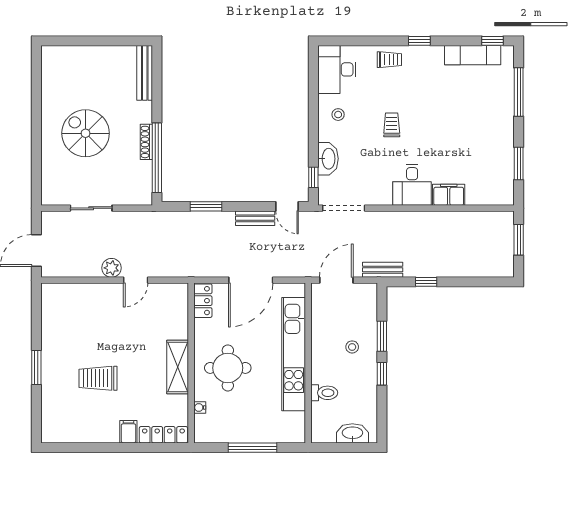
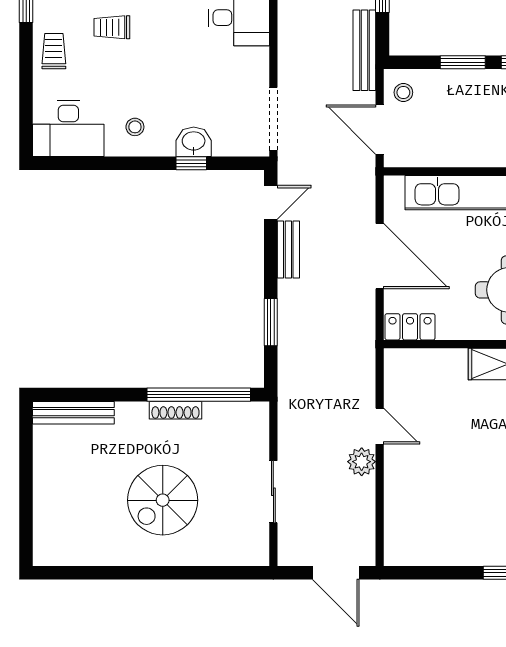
trolley: (392, 125) -> (112, 27), moved
washbasin: (328, 159) -> (194, 142), width x0.72
window: (313, 177) -> (191, 163), moved
bench: (383, 270) -> (364, 50), width x1.36
stool: (352, 347) -> (403, 92), moved

